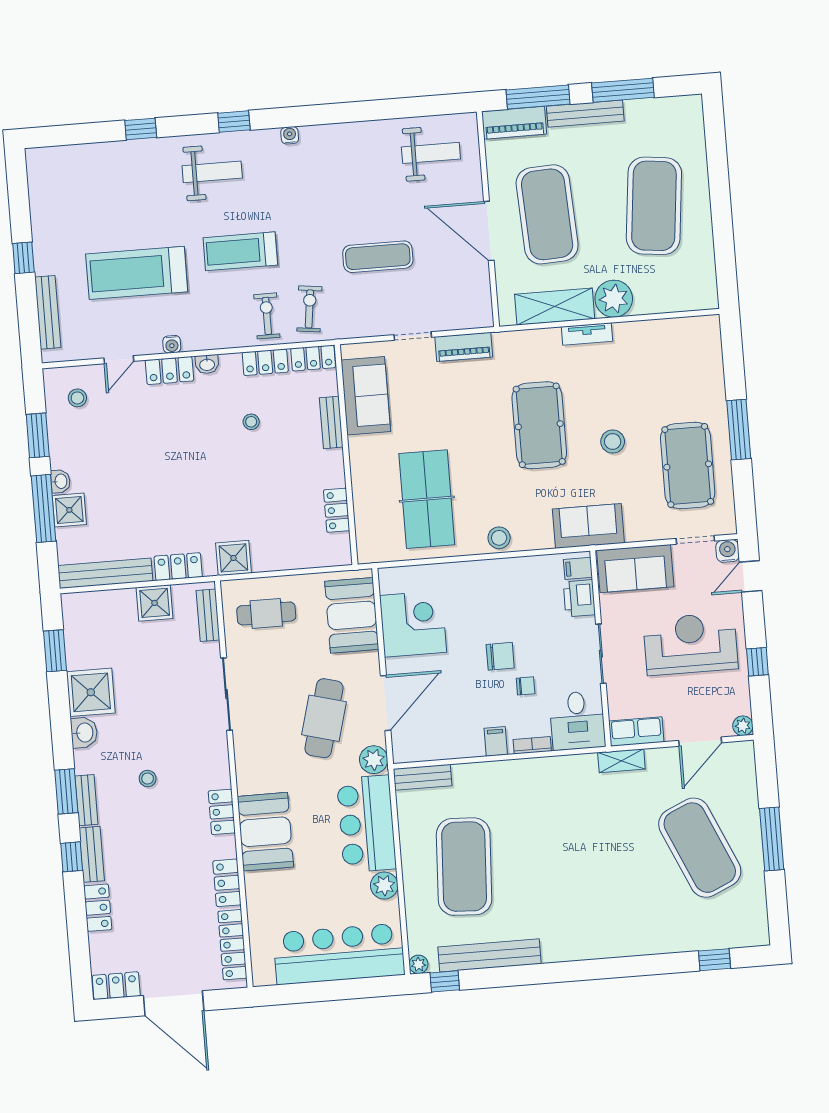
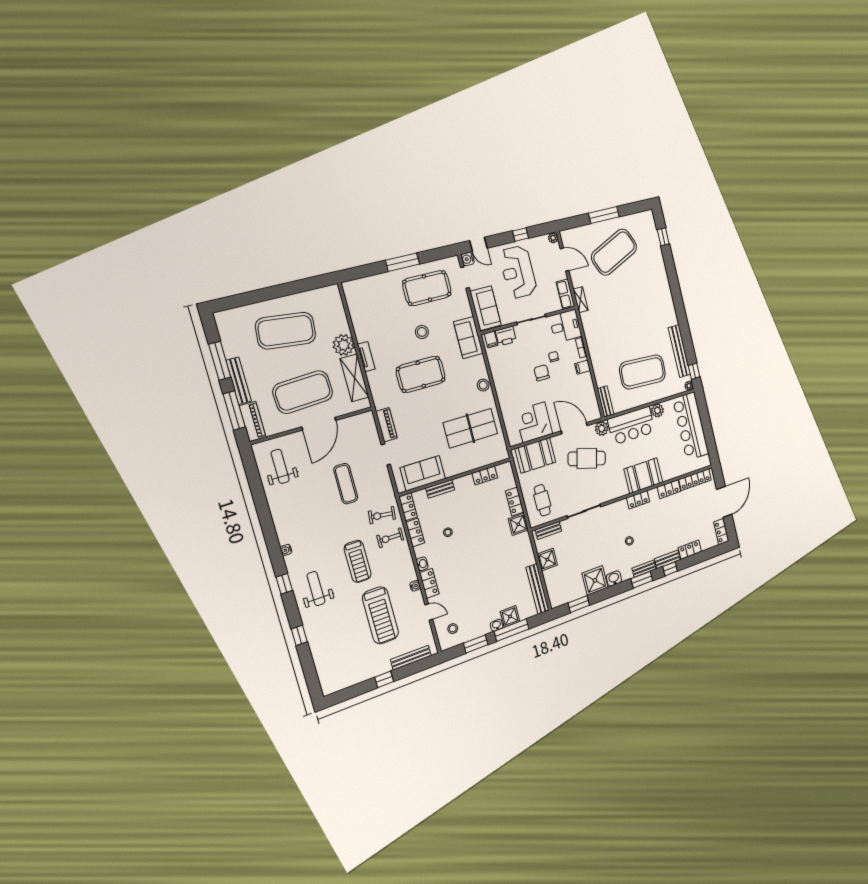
locker: (178, 567) -> (515, 501), moved

